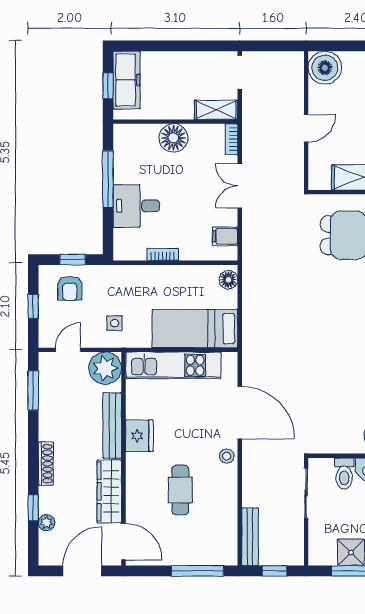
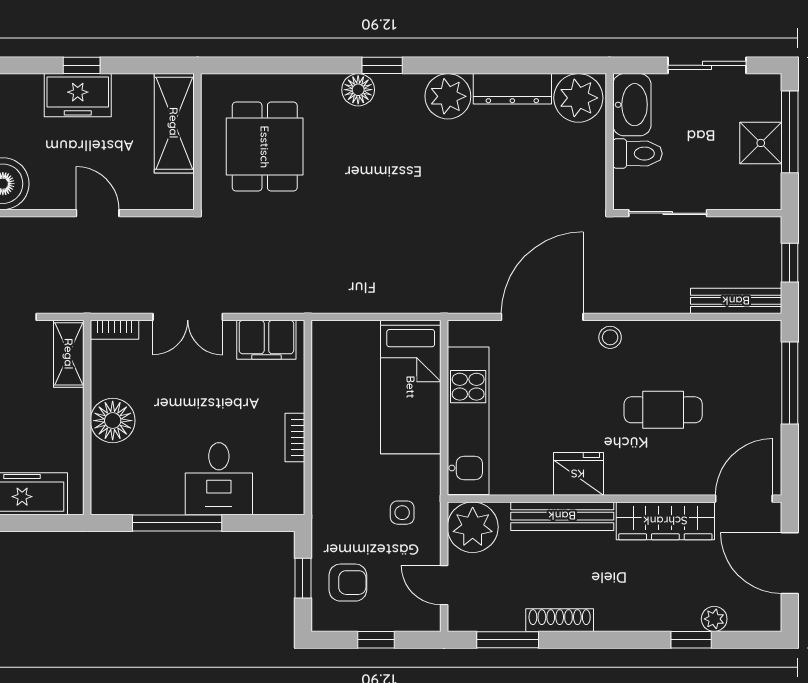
window: (108, 86) -> (31, 523), removed
filing cabinet: (225, 236) -> (266, 340), width x2.00
floor lamp: (228, 280) -> (334, 335), removed
shoe rack: (46, 464) -> (560, 620), moved

